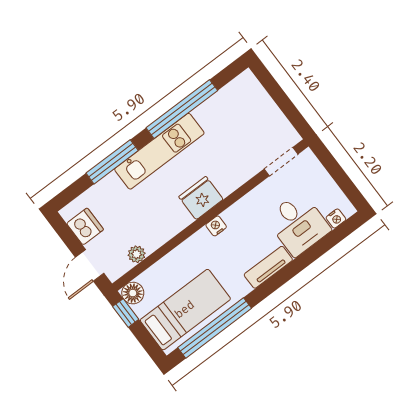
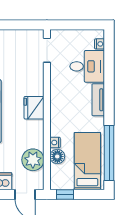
nightstand: (216, 226) -> (55, 143), moved
plant: (137, 254) -> (33, 160), width x1.87, depth x1.87
floor lamp: (133, 293) -> (57, 156), moved

